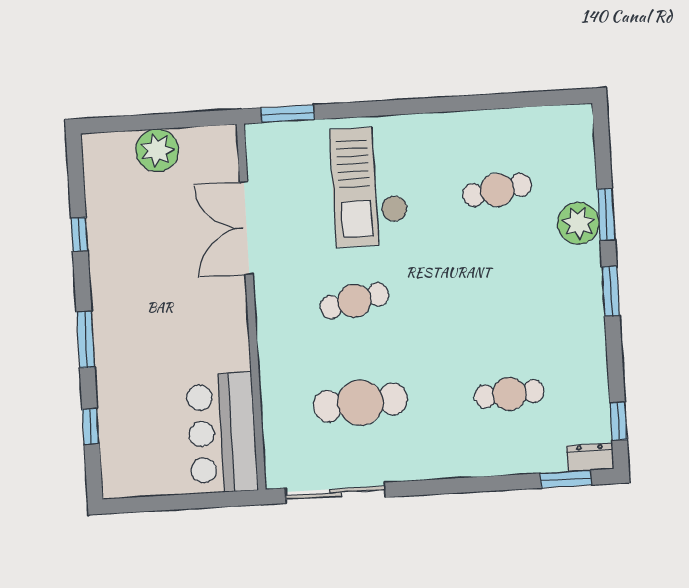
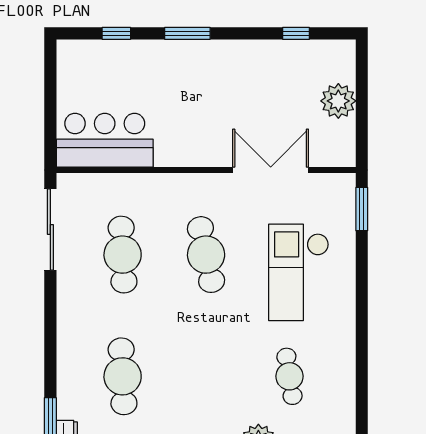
checkout: (370, 186) -> (299, 272), turned -90
window: (79, 234) -> (296, 33), moved
cafe table: (354, 301) -> (206, 255), width x1.37, depth x1.35
cafe table: (509, 394) -> (123, 376), width x1.37, depth x1.35

